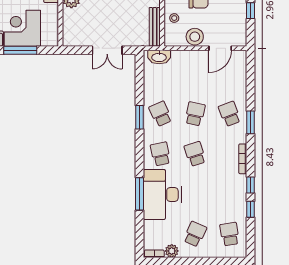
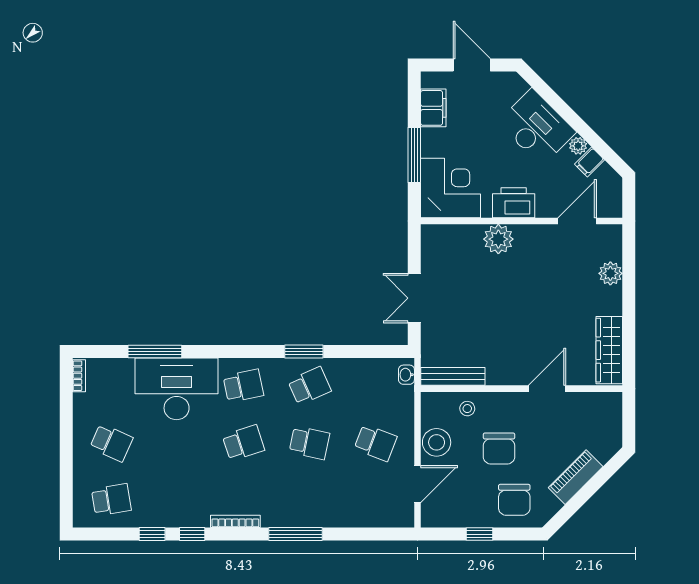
corner desk: (22, 28) -> (450, 188), moved
door: (220, 48) -> (417, 484), swing flipped
washbasin: (159, 57) -> (406, 375), width x0.52, depth x0.69
school desk: (230, 114) -> (375, 443), moved, turned 42
window: (250, 122) -> (295, 534), width x1.44
window: (140, 194) -> (155, 351), moved
plant: (172, 251) -> (83, 404), removed

